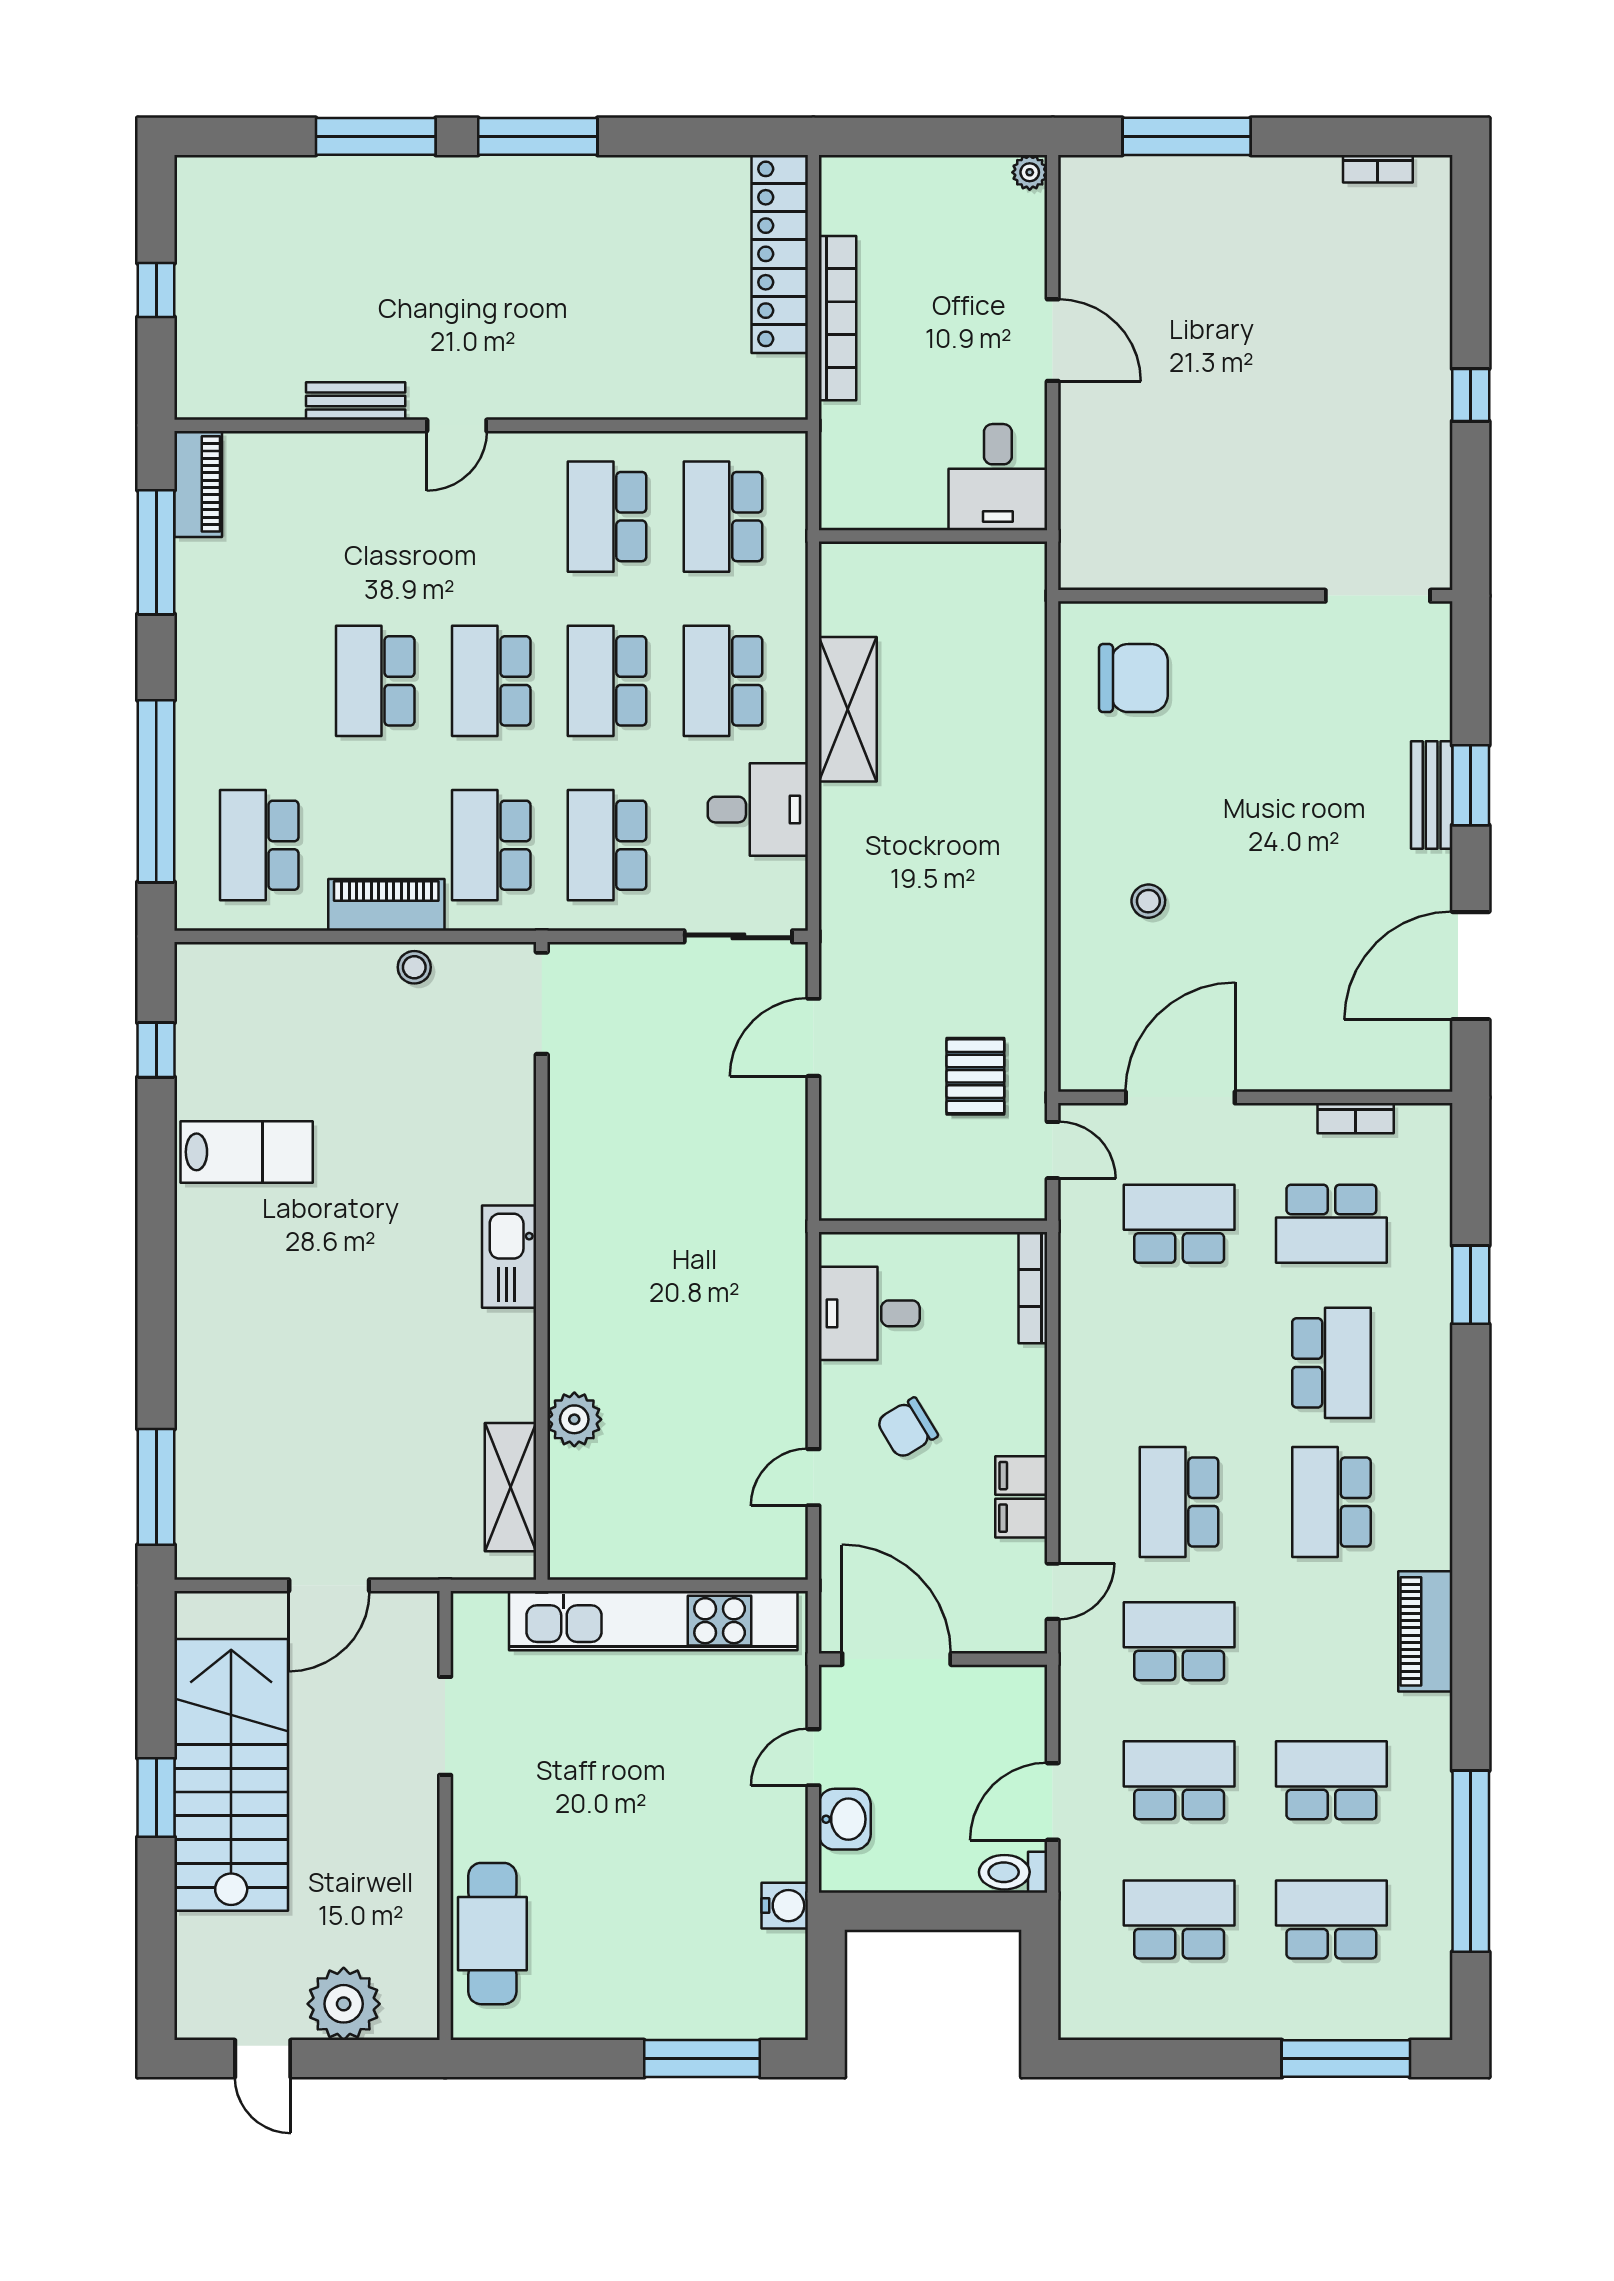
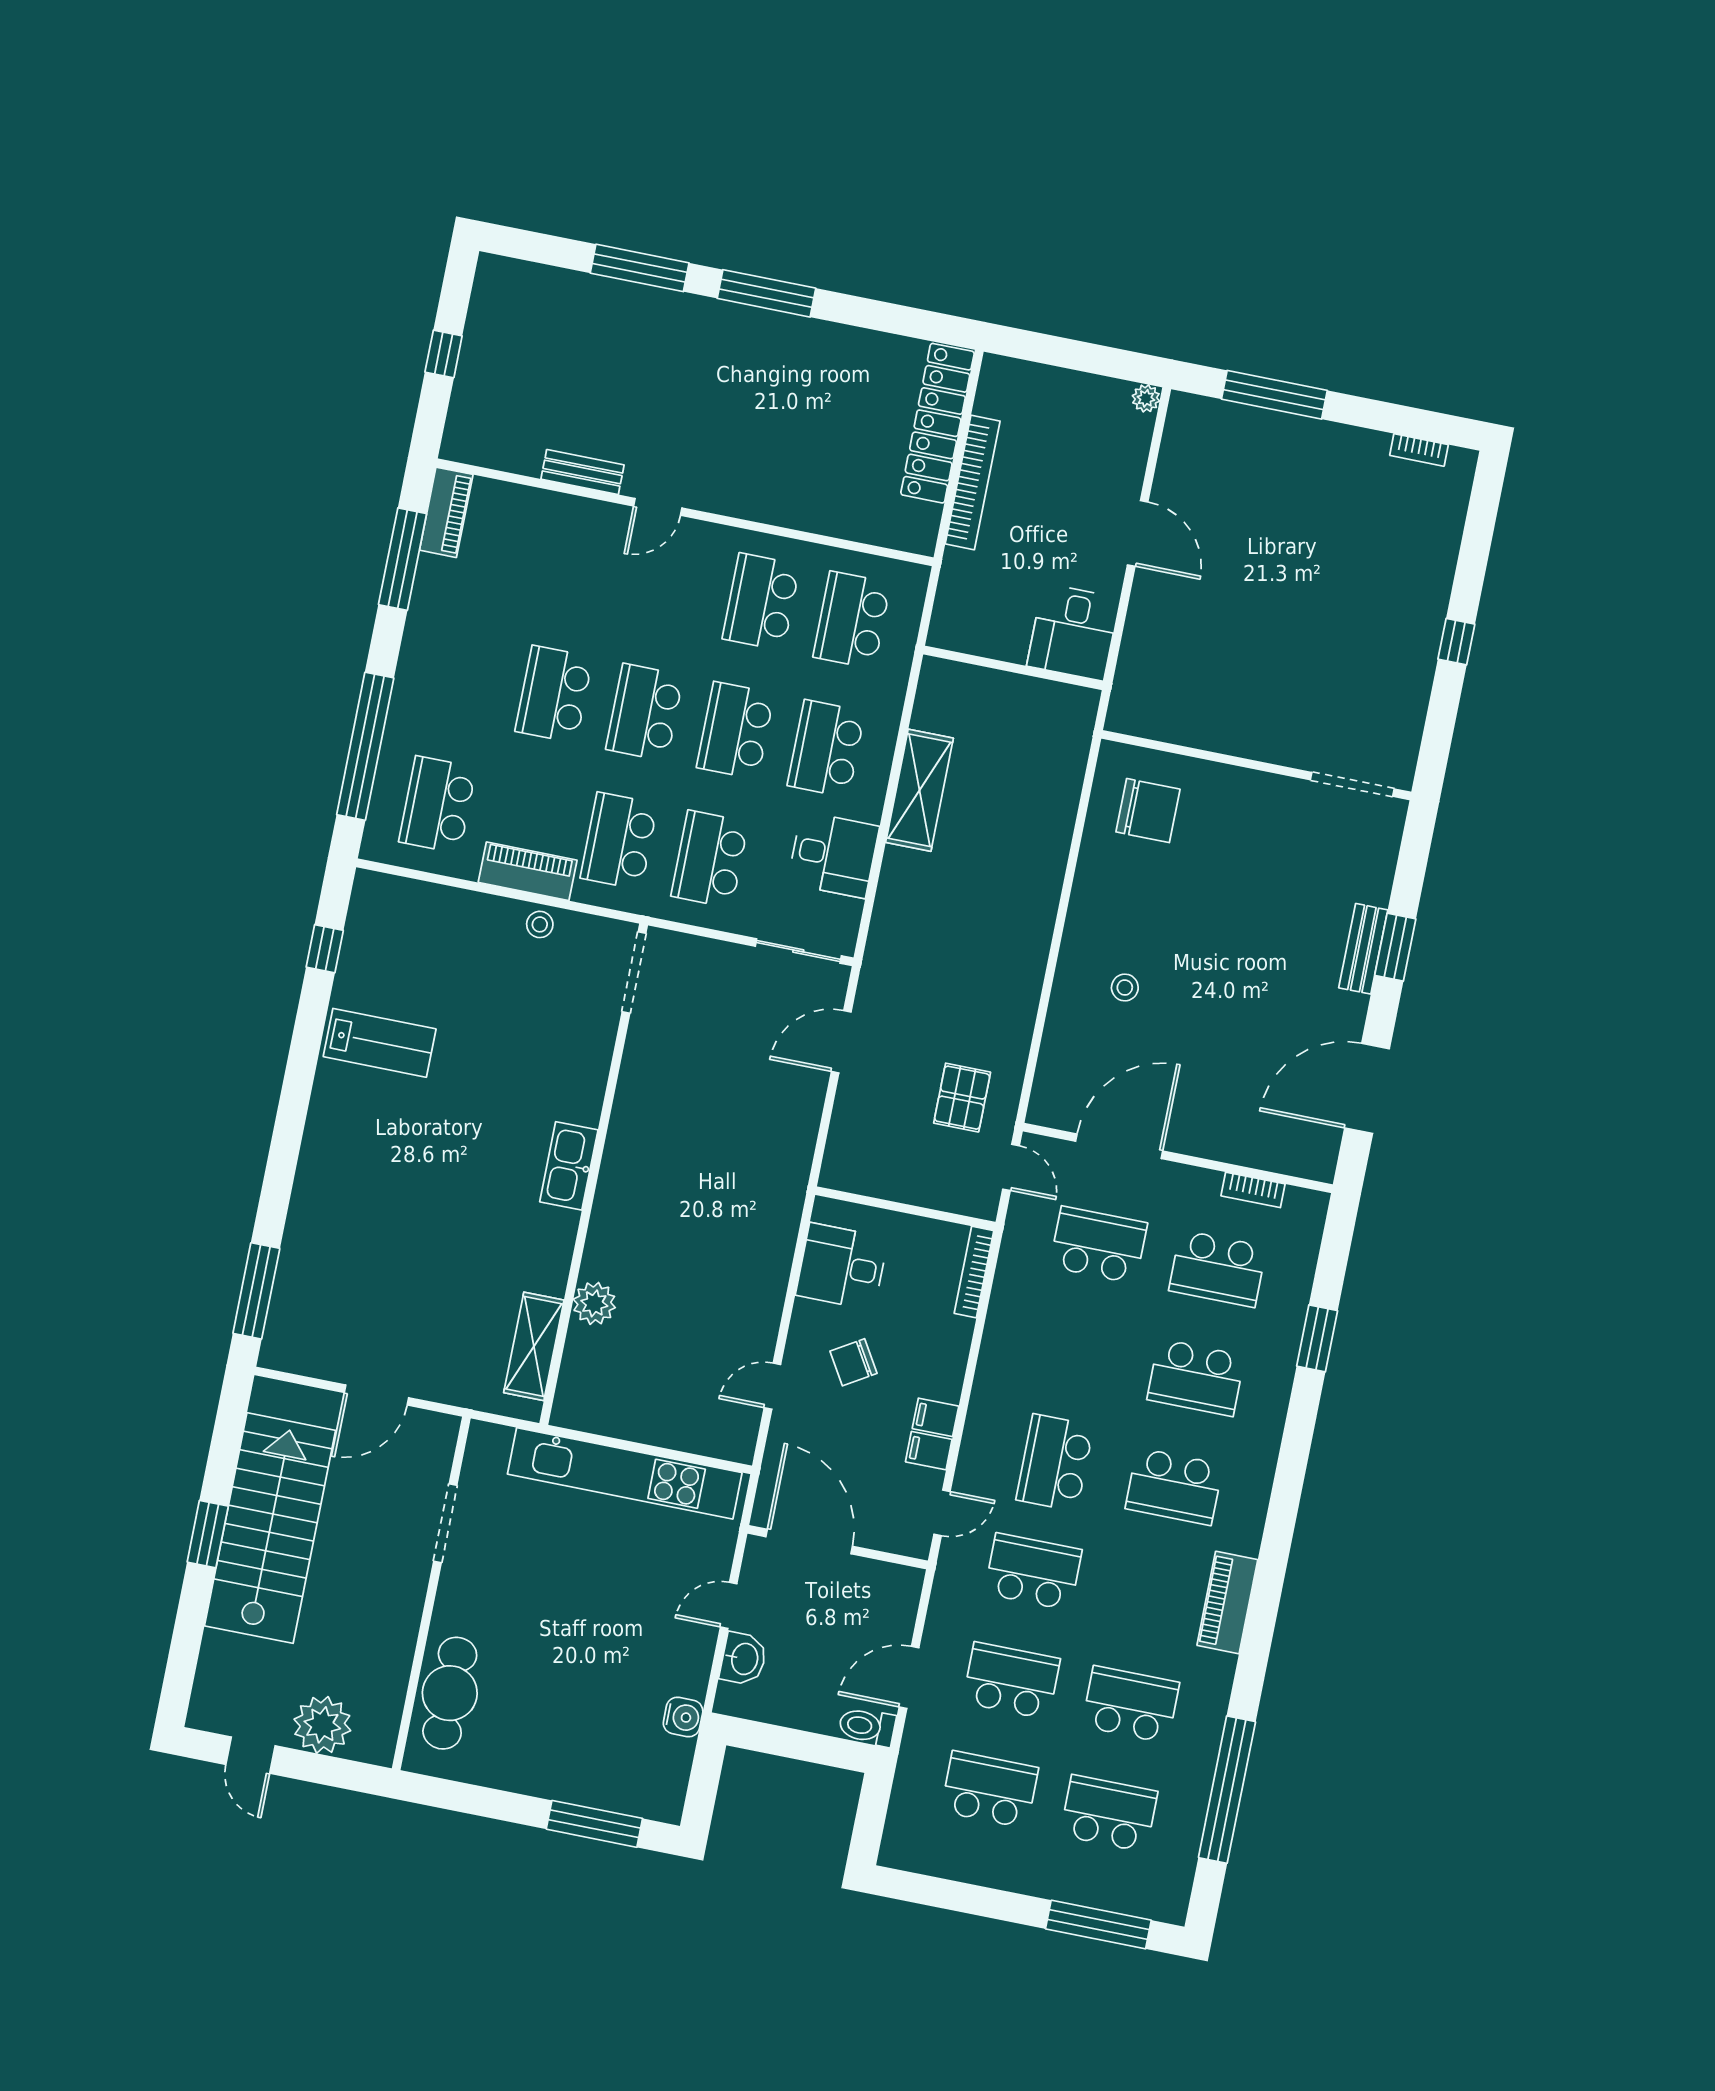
school desk: (1331, 1363) -> (1196, 1378), turned 90
school desk: (1331, 1502) -> (1174, 1487), turned -90

